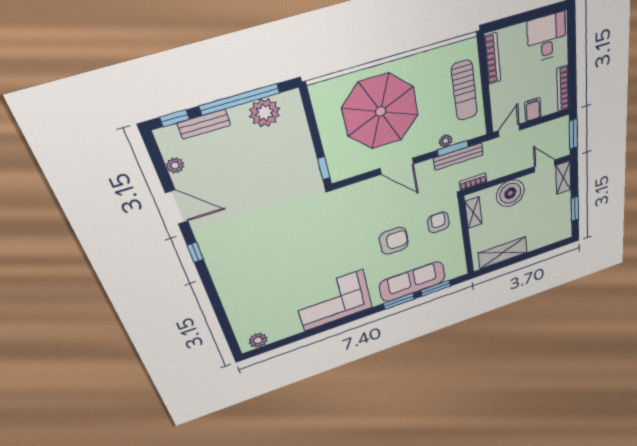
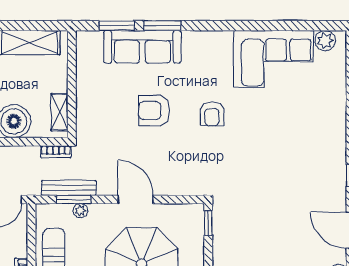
armchair: (438, 222) -> (212, 114), moved
corner sofa: (334, 300) -> (273, 59), moved

